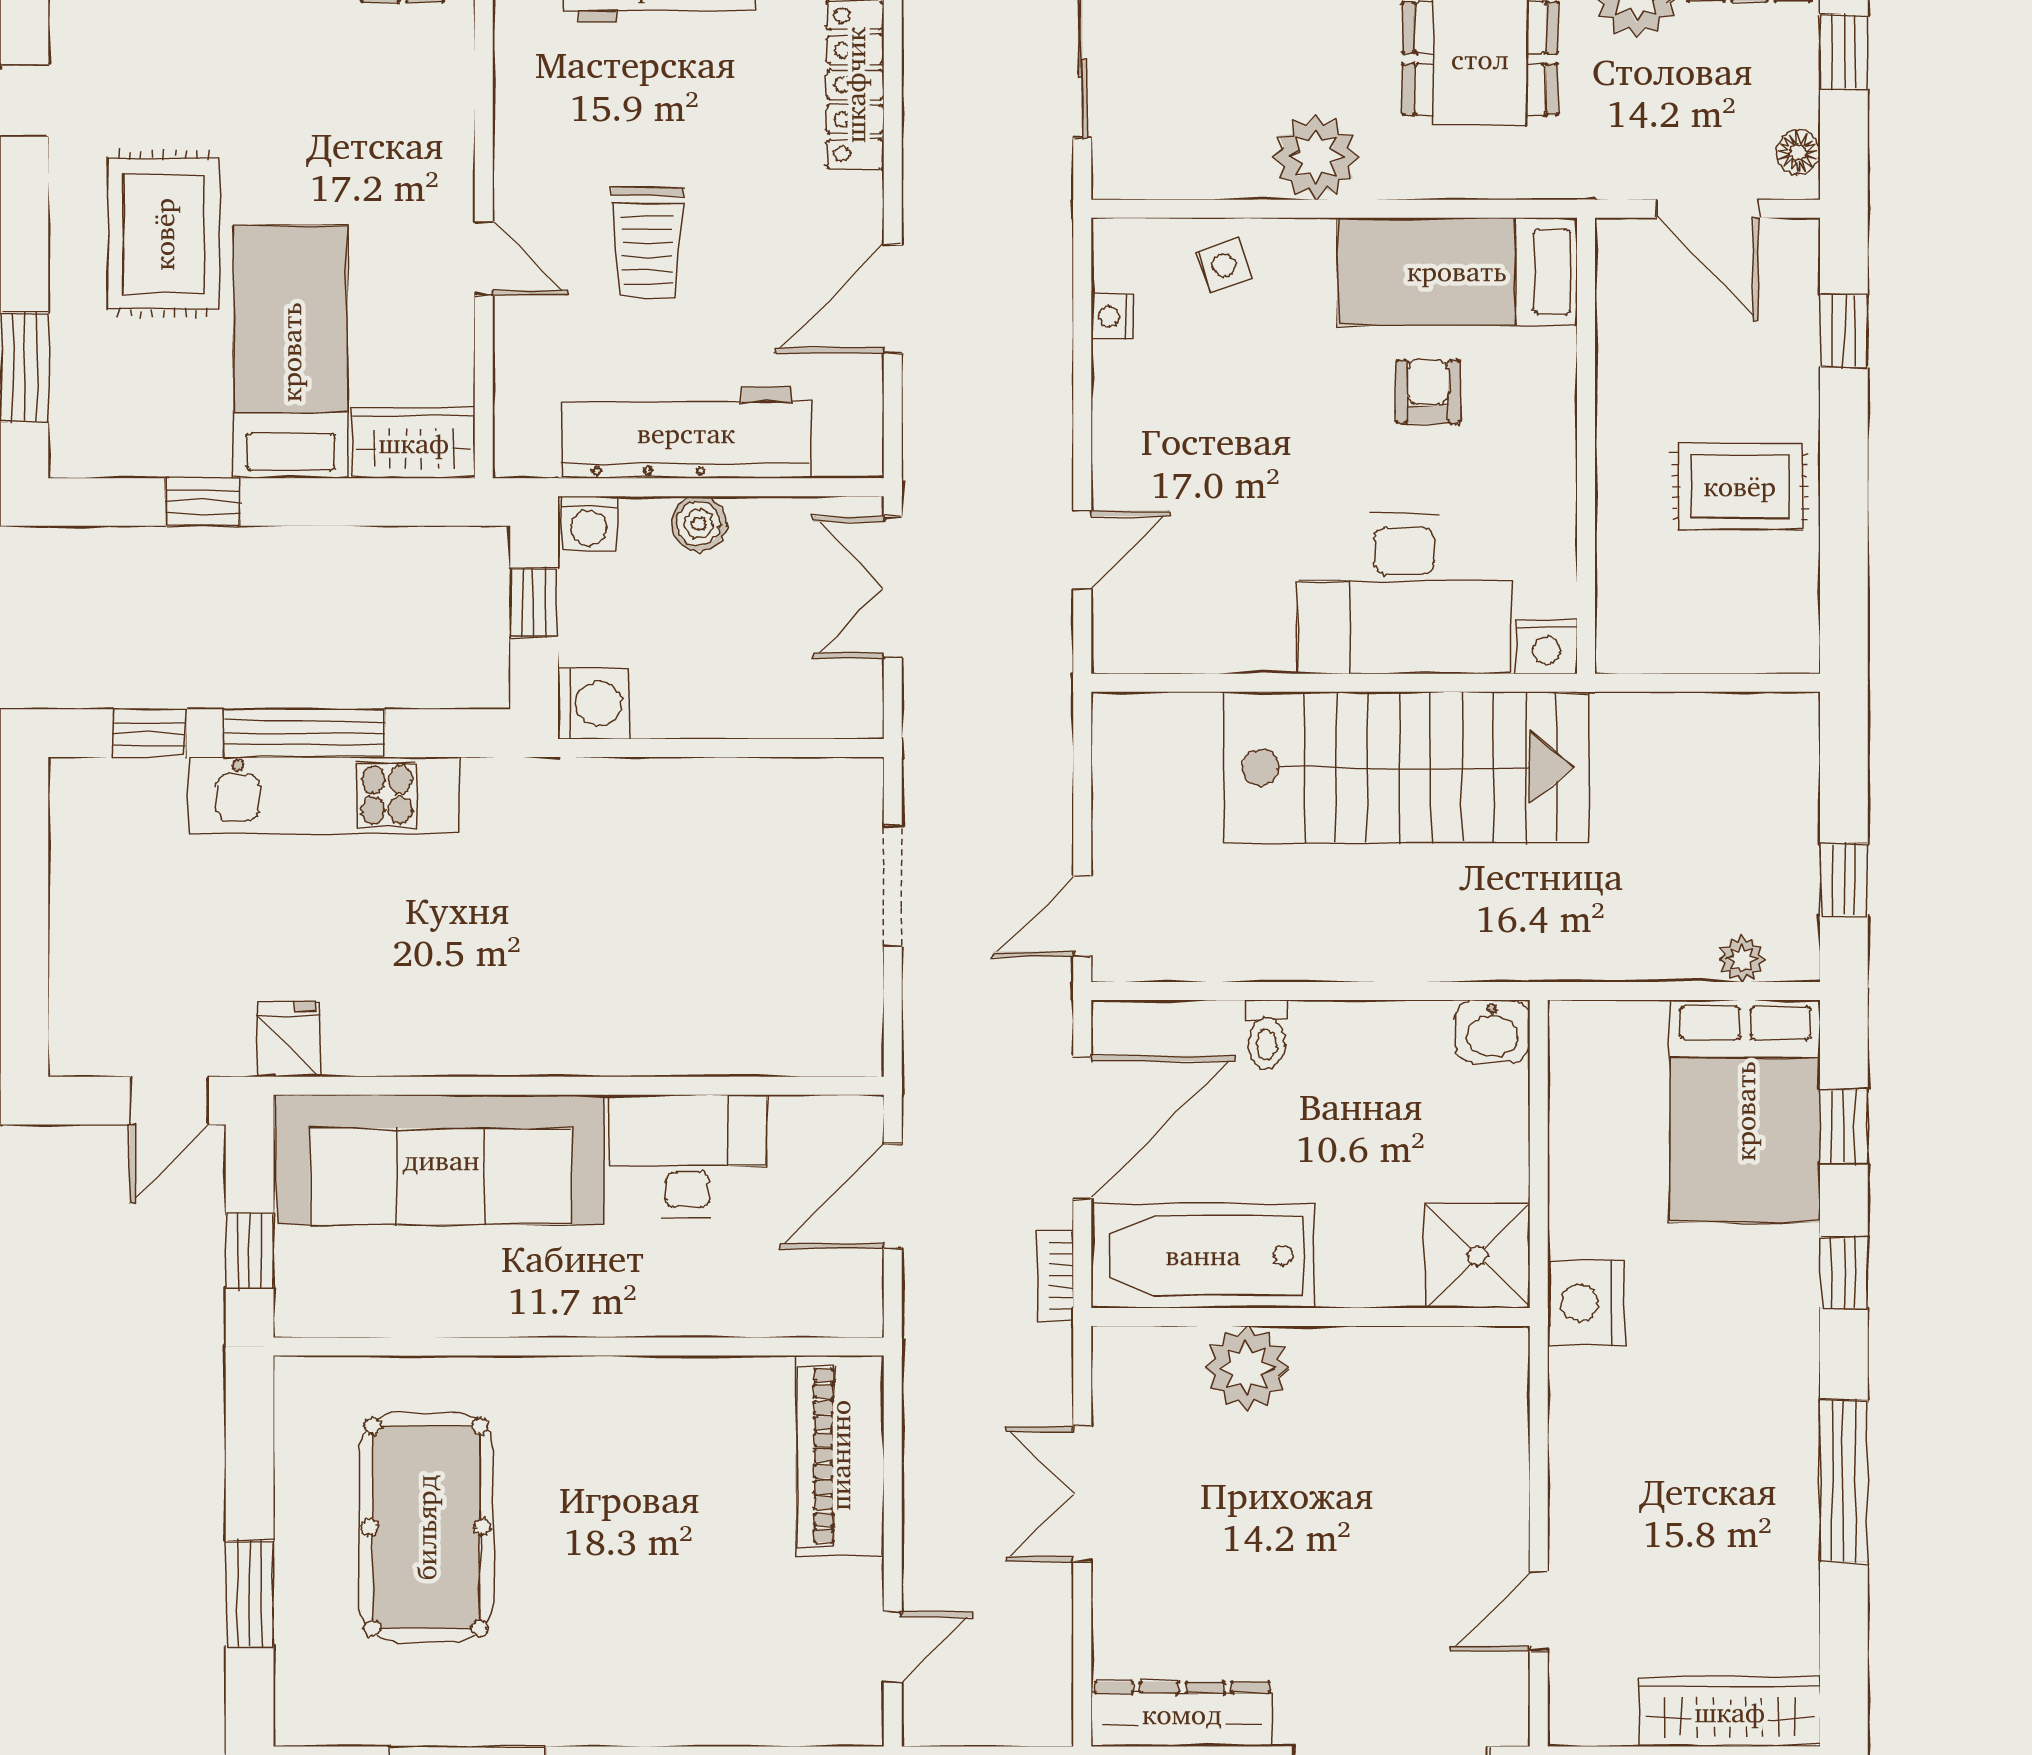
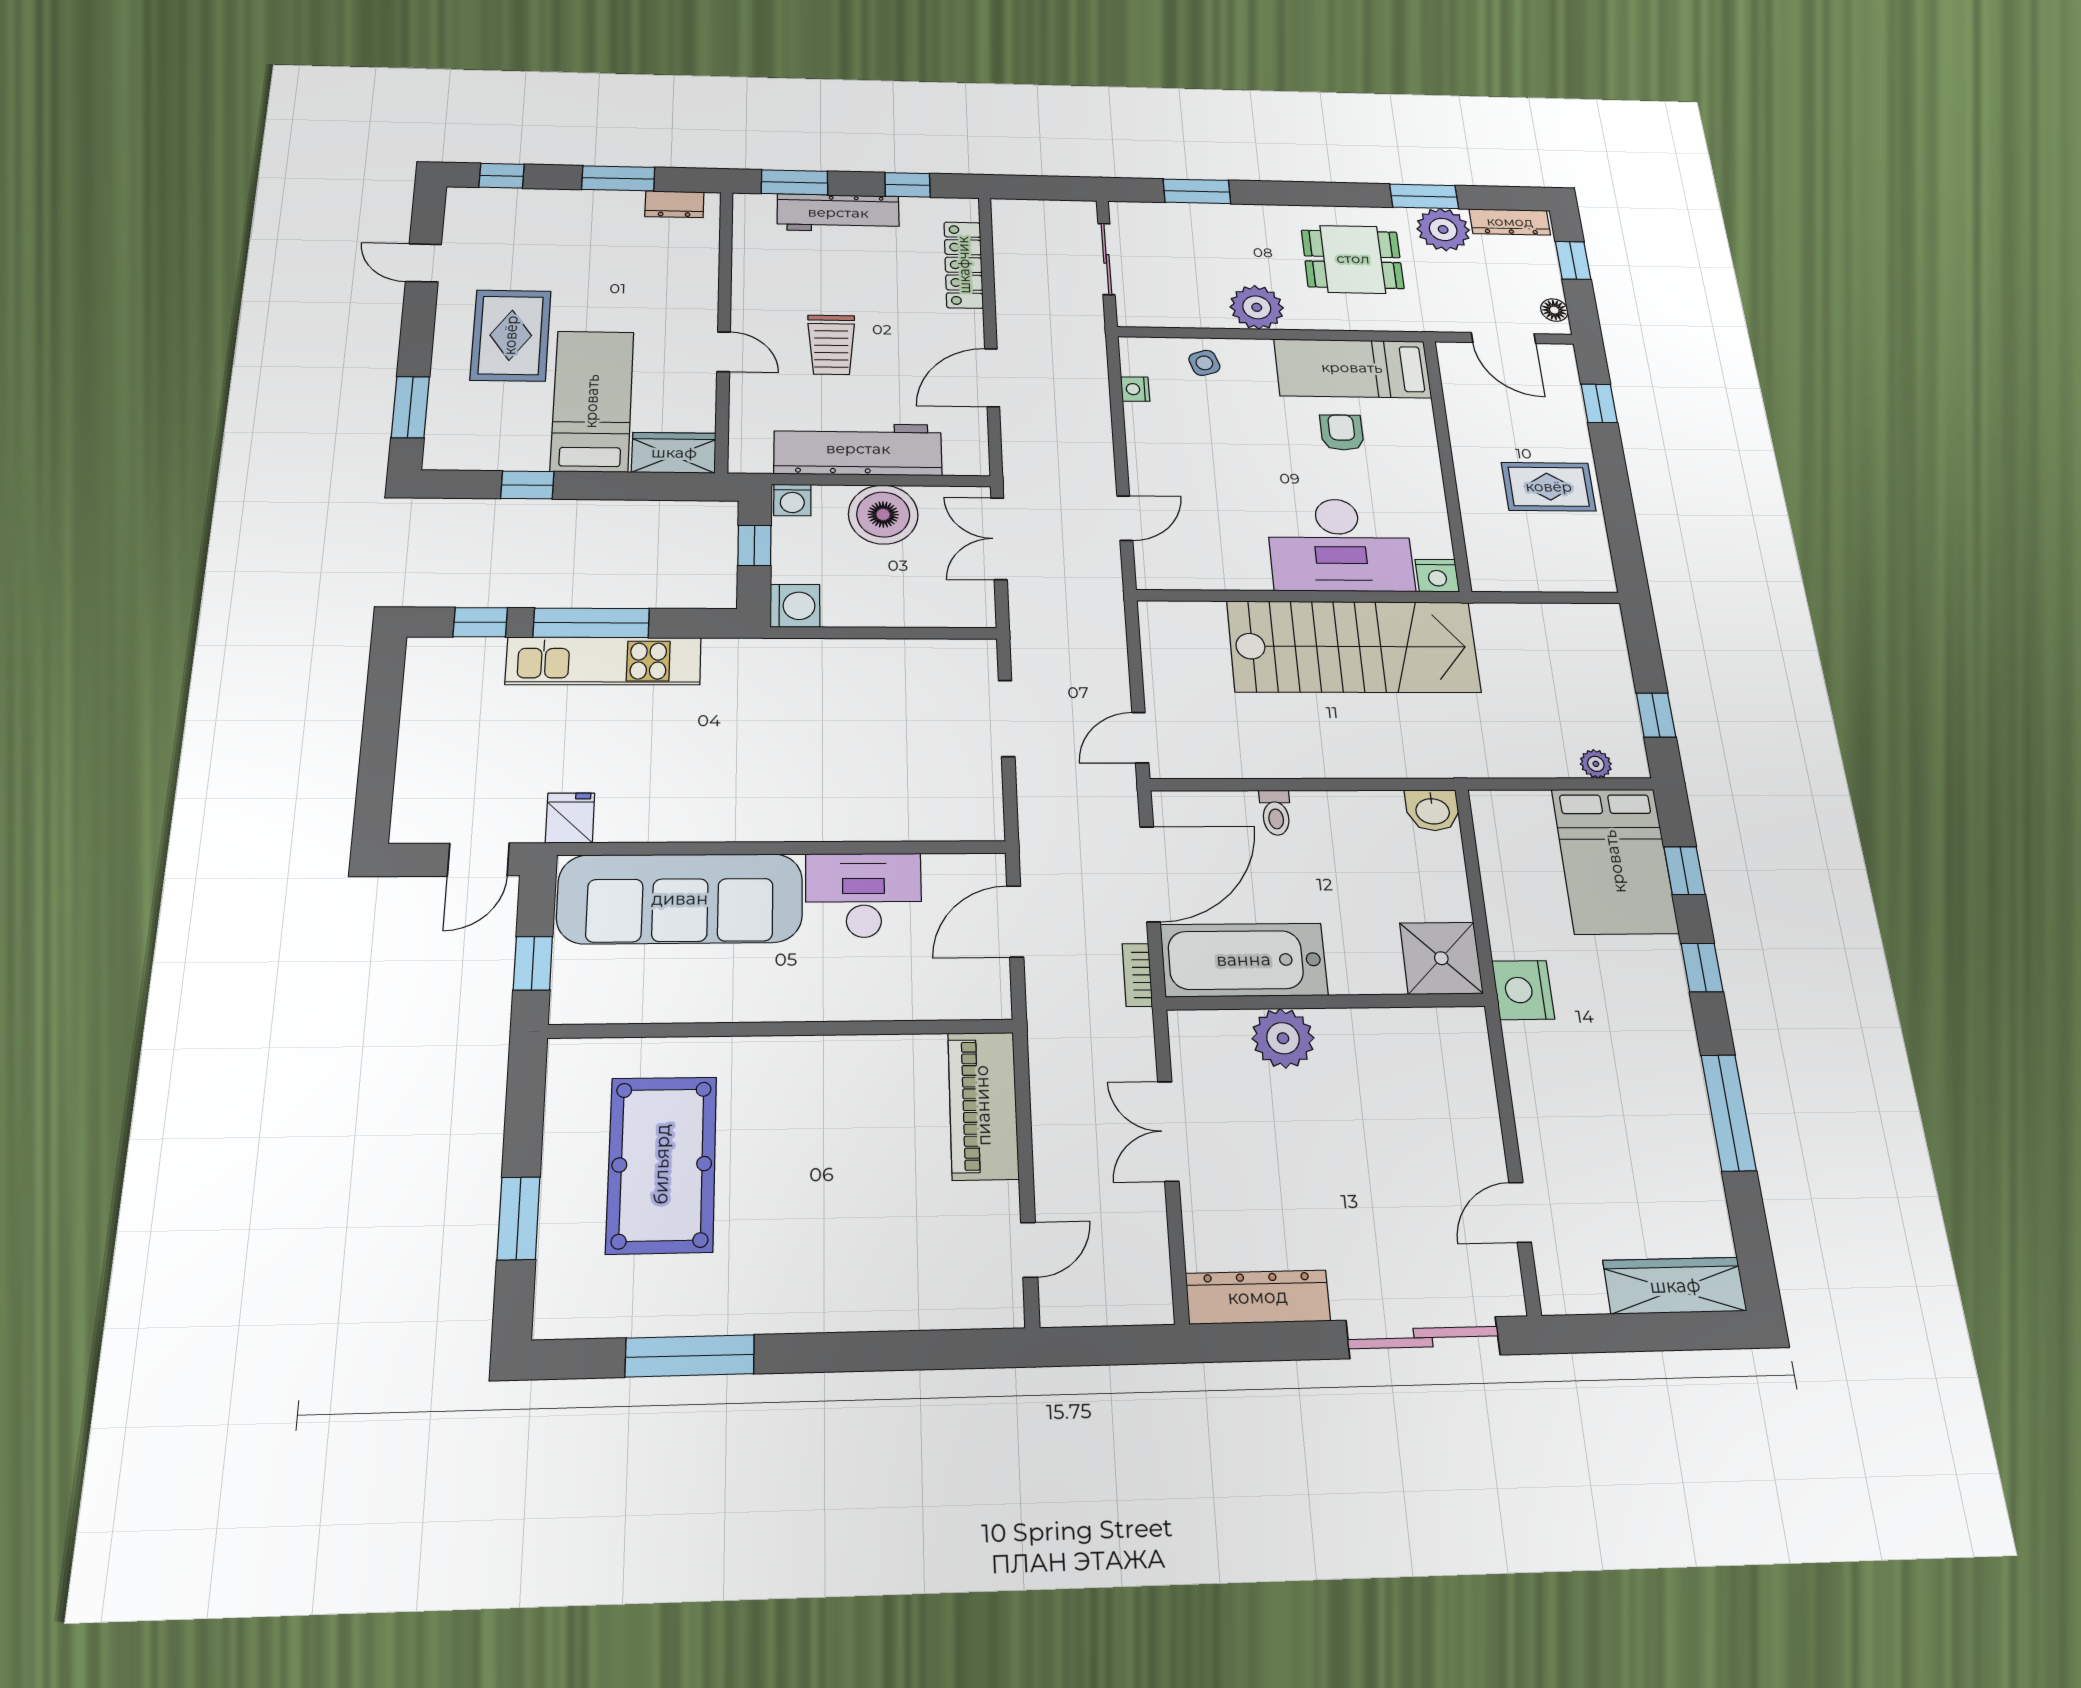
boiler: (699, 524) -> (883, 515), width x1.86, depth x1.86

